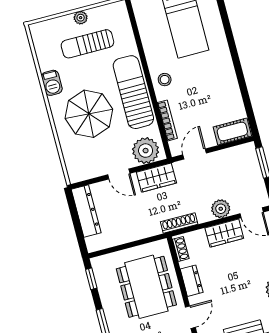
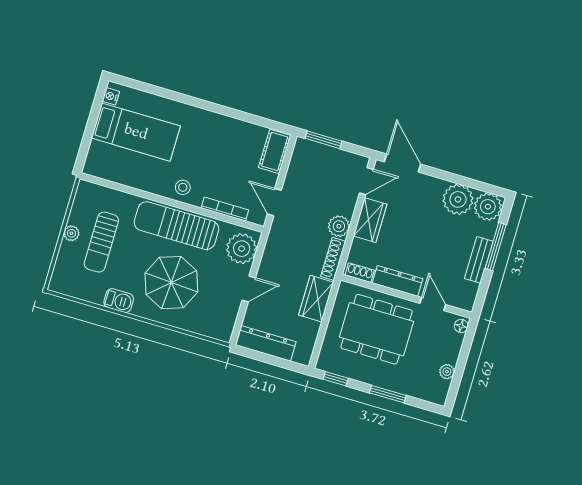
wardrobe: (156, 178) -> (316, 299), moved, turned 180
plant: (221, 209) -> (339, 226), moved
dresser: (192, 281) -> (398, 281), width x1.44

